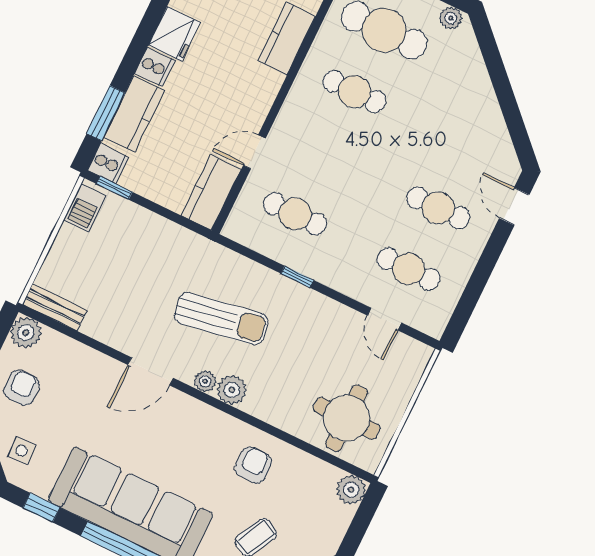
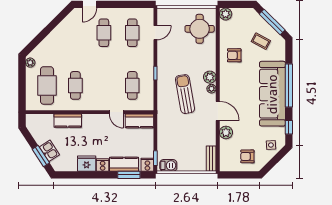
plant: (26, 333) -> (226, 132), moved

